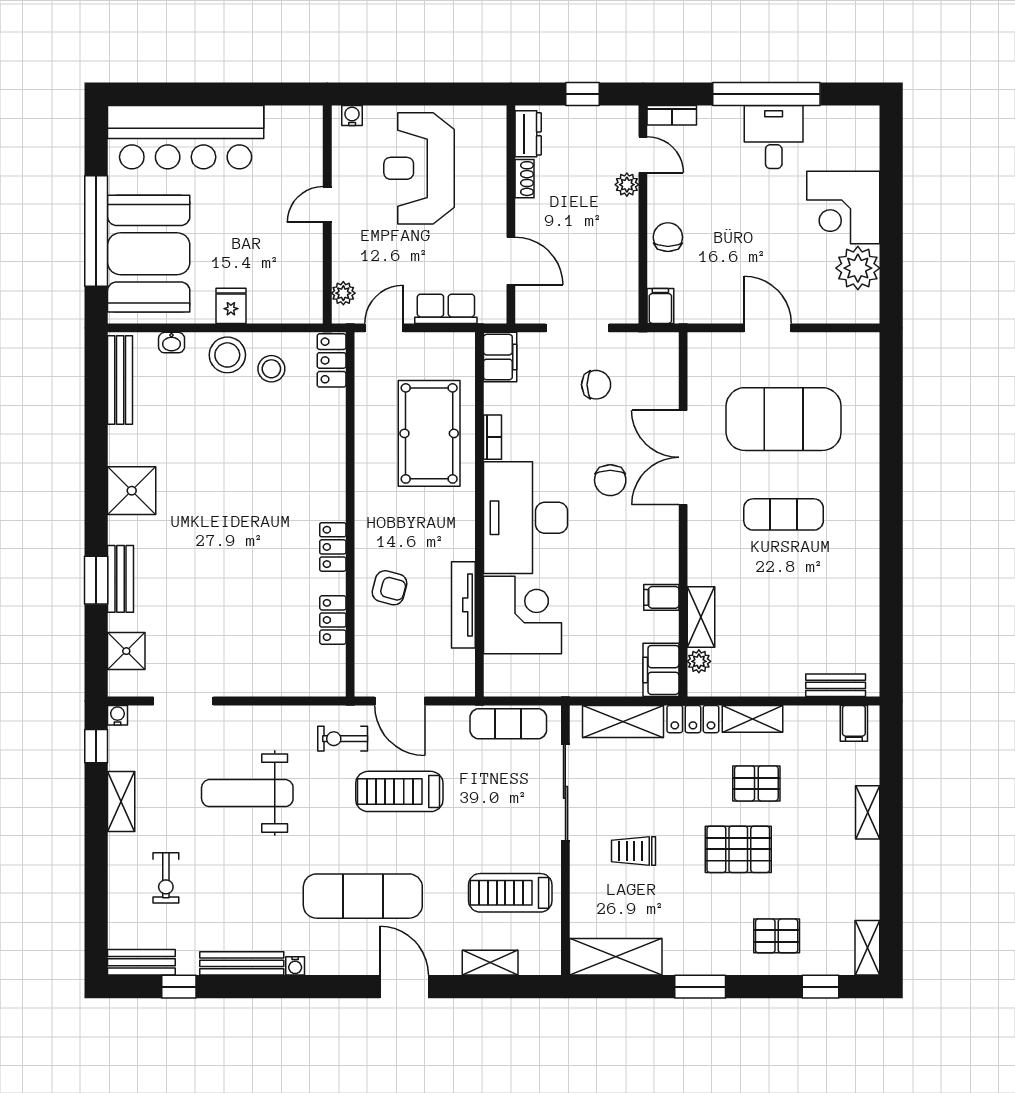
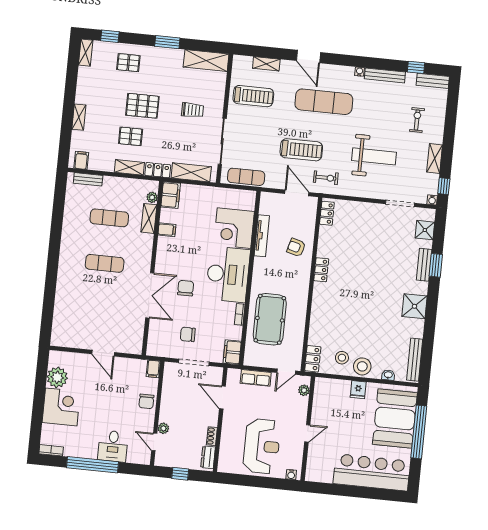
bookcase: (672, 115) -> (51, 450), moved
desk: (774, 137) -> (113, 446), moved
exercise mat: (784, 419) -> (109, 218), moved, width x0.50, depth x0.69
locker: (333, 620) -> (327, 213), moved

